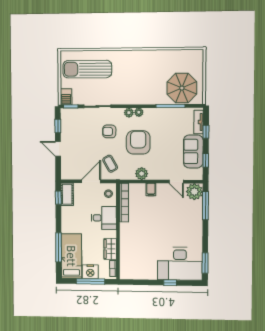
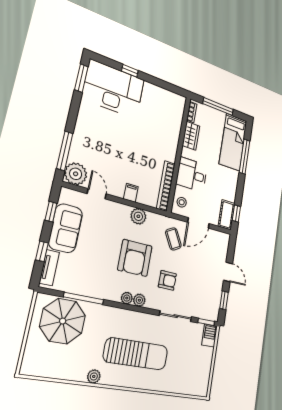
plant: (152, 54) -> (94, 376), added
sun lounger: (87, 69) -> (136, 354), moved
nightstand: (90, 272) -> (217, 117), removed

